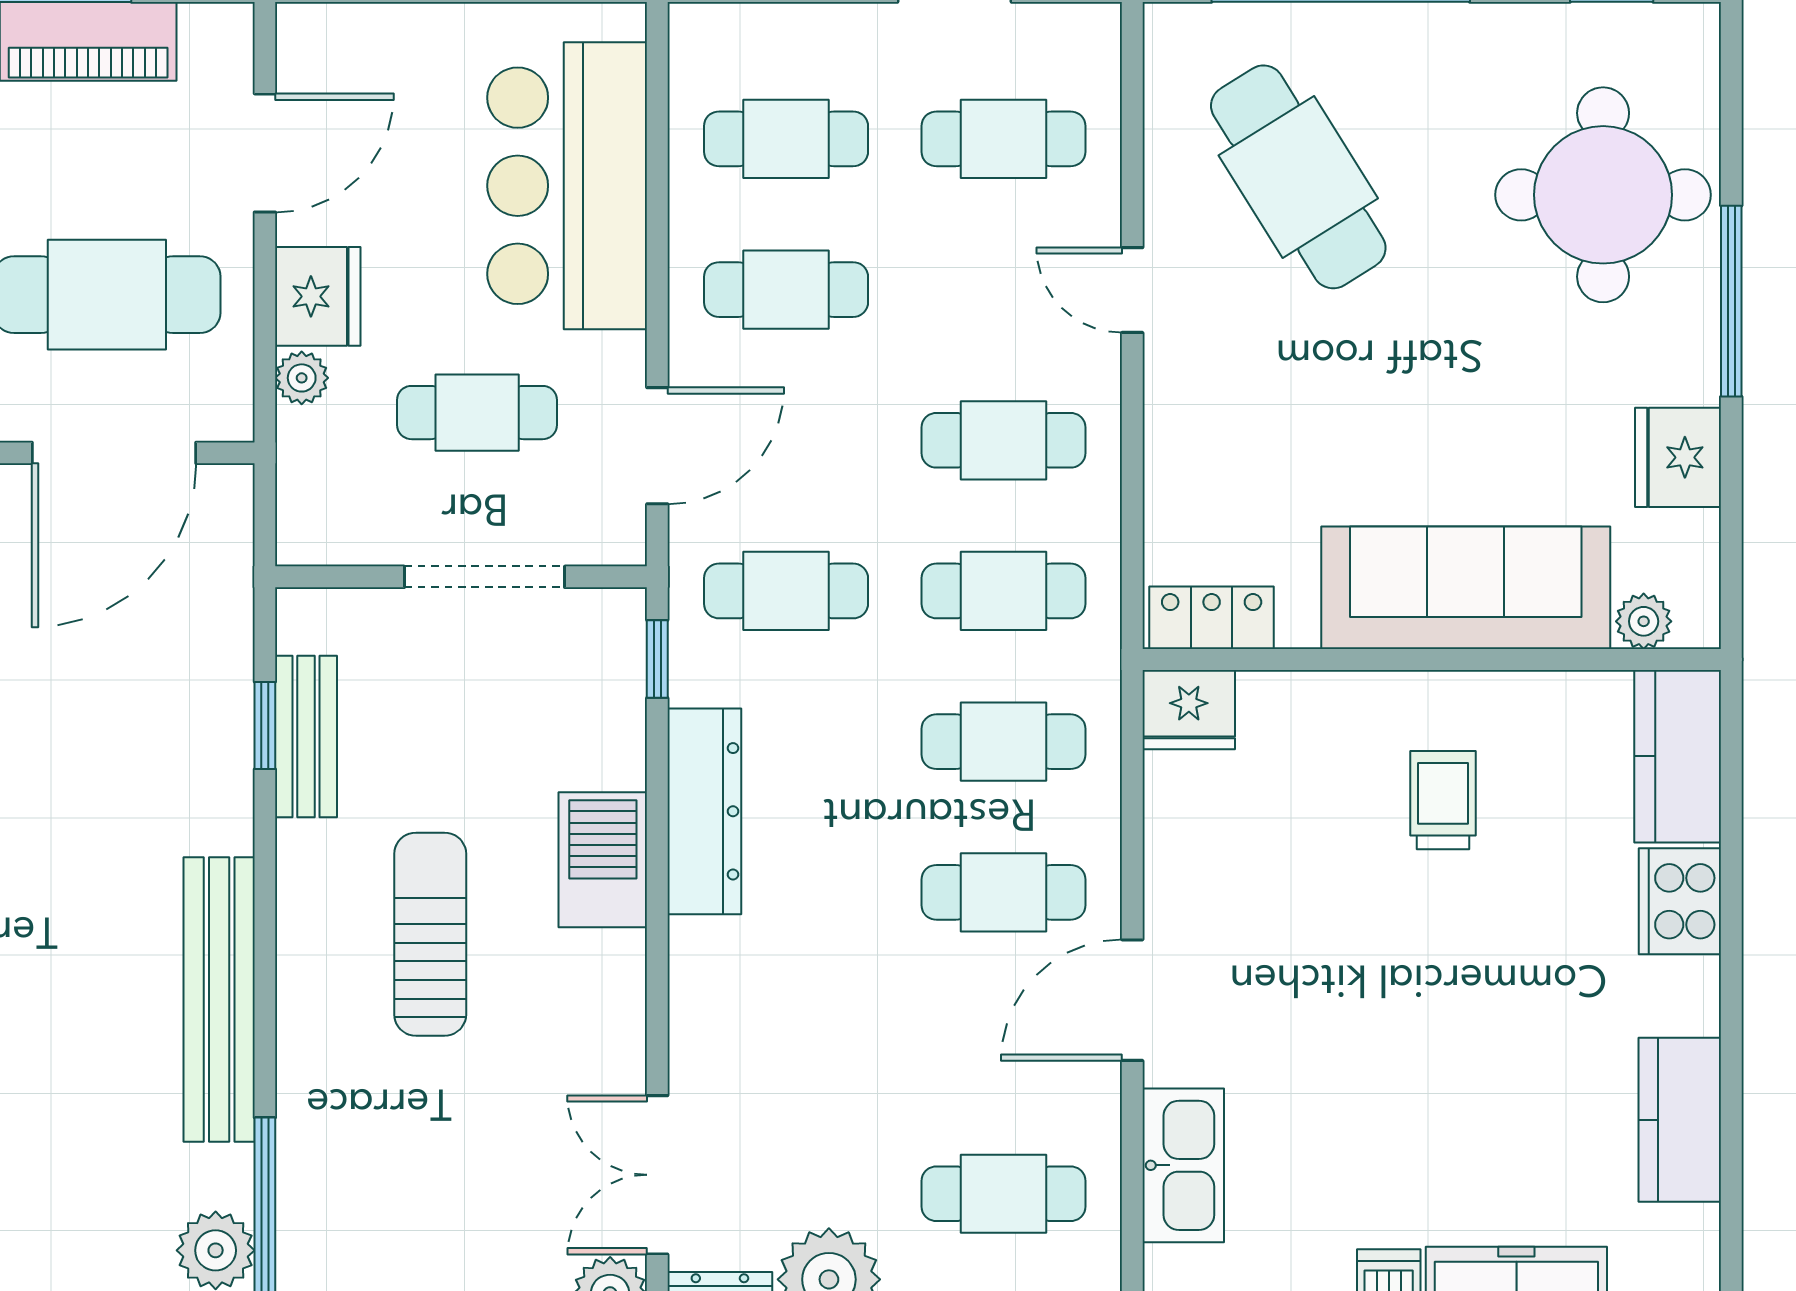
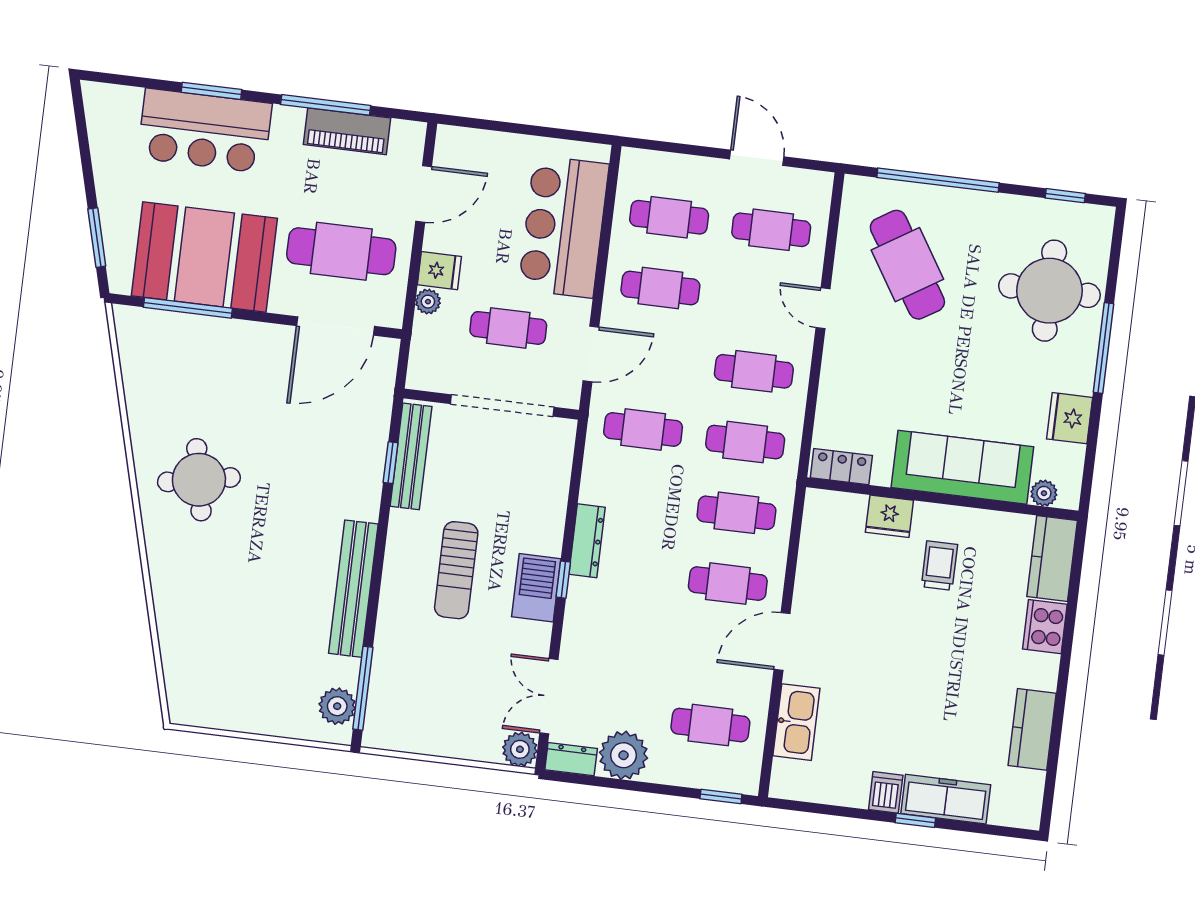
fridge: (318, 296) -> (439, 271), width x0.72
doorway: (485, 577) -> (502, 405), width x1.36
window: (657, 659) -> (563, 580), moved
fridge: (1189, 710) -> (889, 516), moved
bench: (306, 736) -> (411, 456), width x1.36
dresser: (704, 811) -> (587, 541), width x0.73, depth x0.80
barbecue: (603, 860) -> (536, 588), moved
sun lounger: (430, 934) -> (456, 570), turned 180

